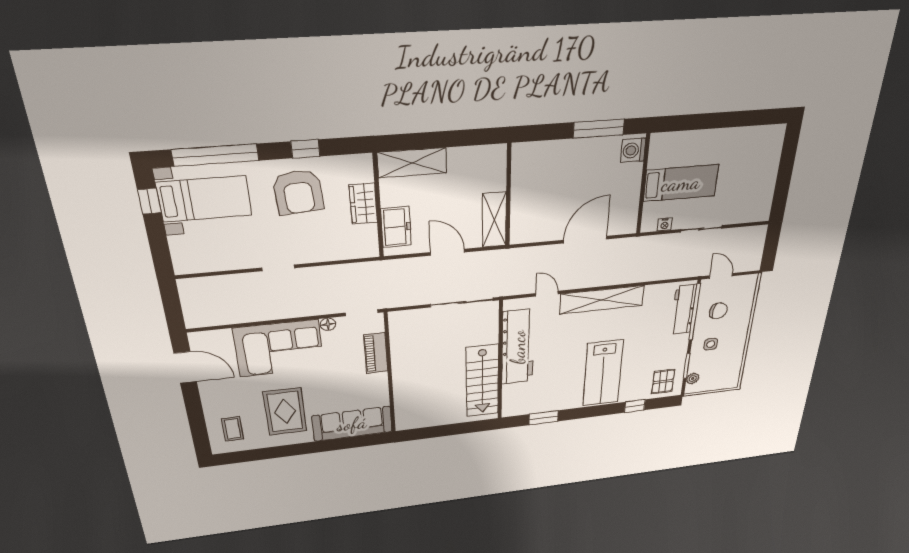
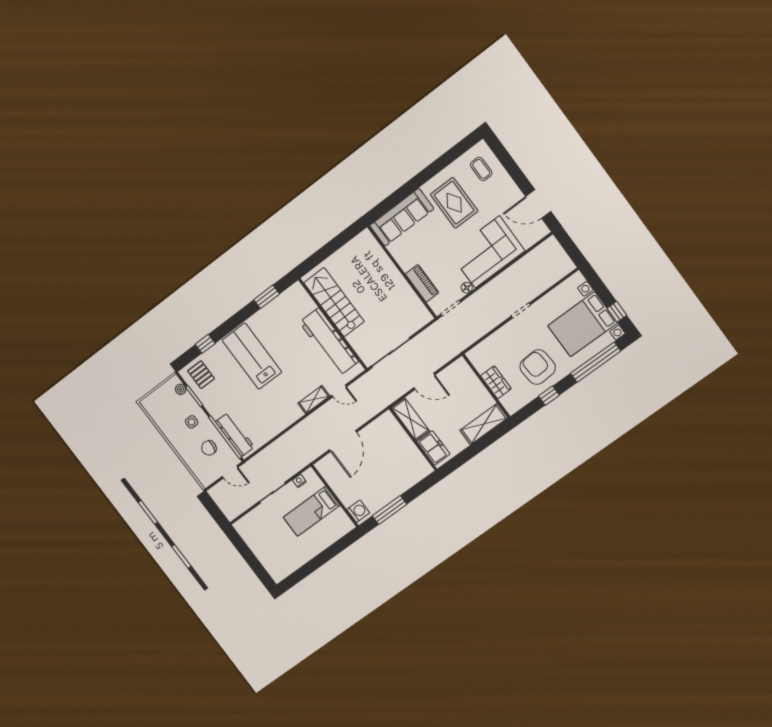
bed with nightstands: (204, 199) -> (583, 324), width x1.36
freezer: (396, 227) -> (433, 448), moved, turned 180
shelving: (602, 300) -> (314, 400), width x0.45, depth x0.75

